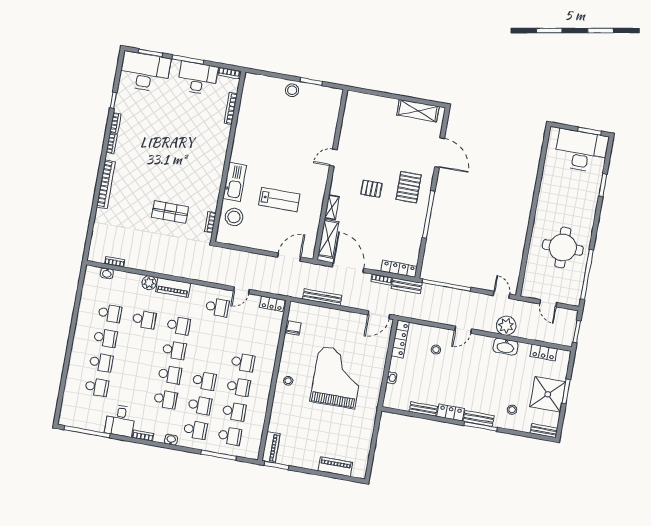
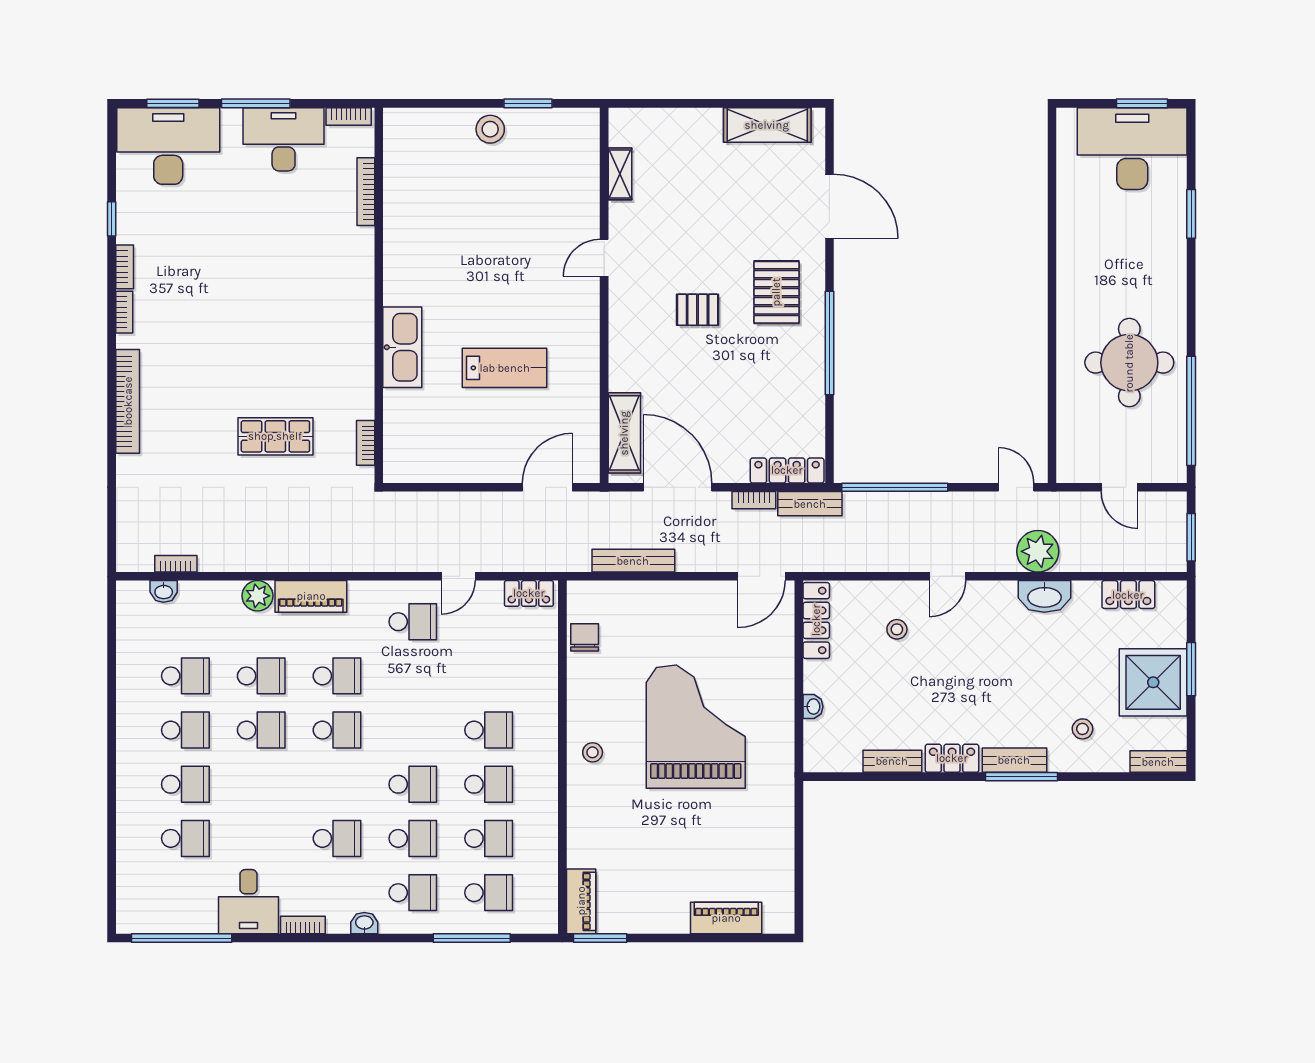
shelving: (332, 207) -> (620, 174), moved
stool: (234, 217) -> (414, 423), removed
school desk: (170, 375) -> (261, 730), moved

